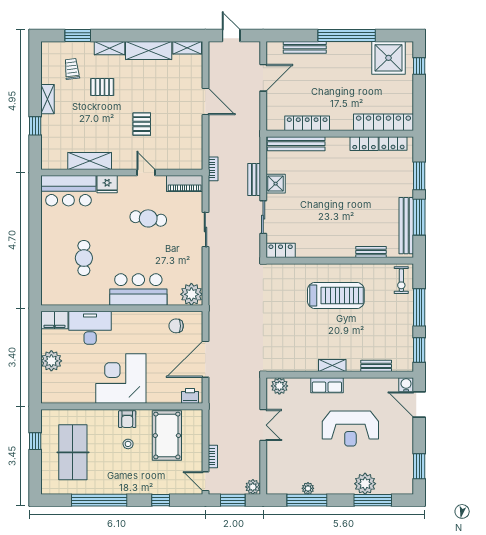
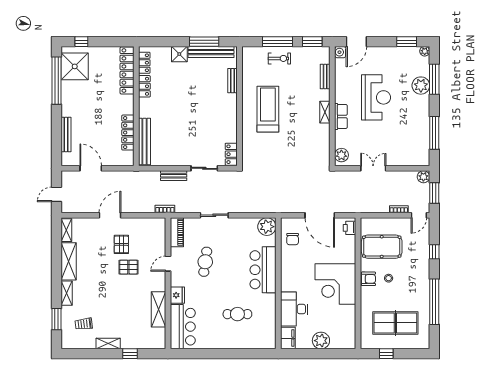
window: (347, 36) -> (56, 81), moved
pallet: (102, 87) -> (121, 244), moved
window: (419, 176) -> (171, 42), removed
shower: (276, 184) -> (179, 54), moved
exercise bike: (401, 280) -> (279, 58), moved
plant: (308, 488) -> (425, 51), moved

